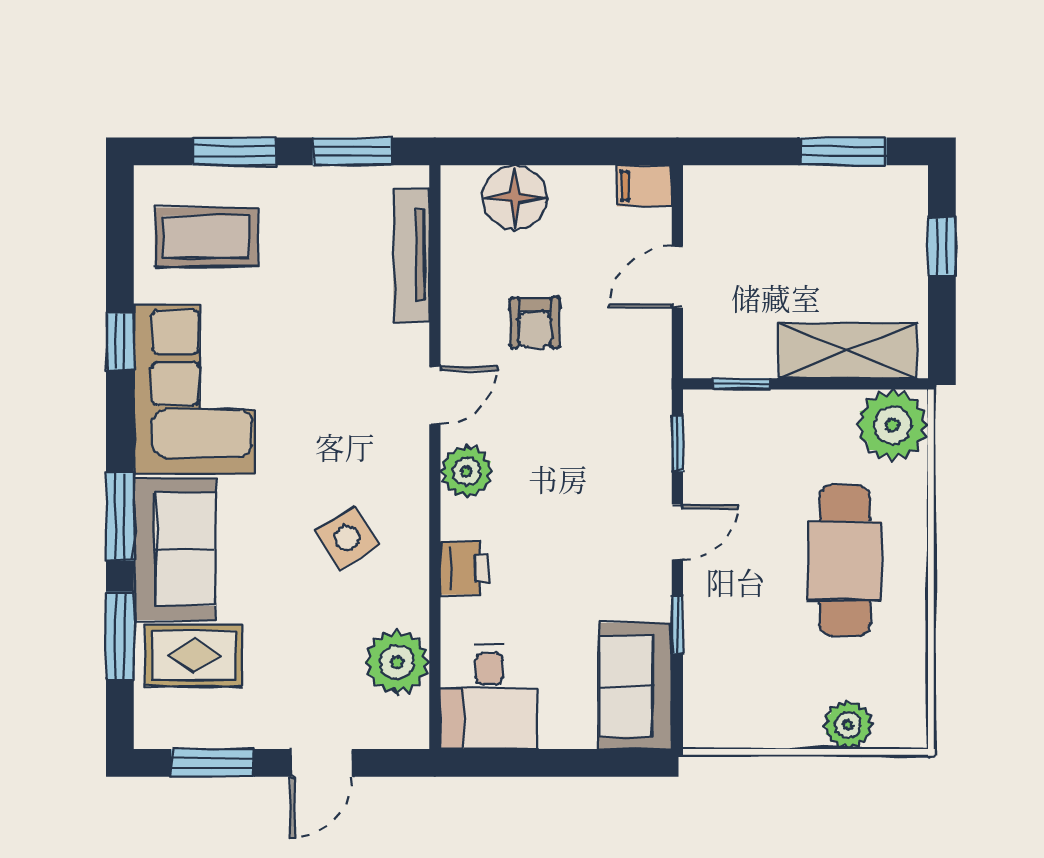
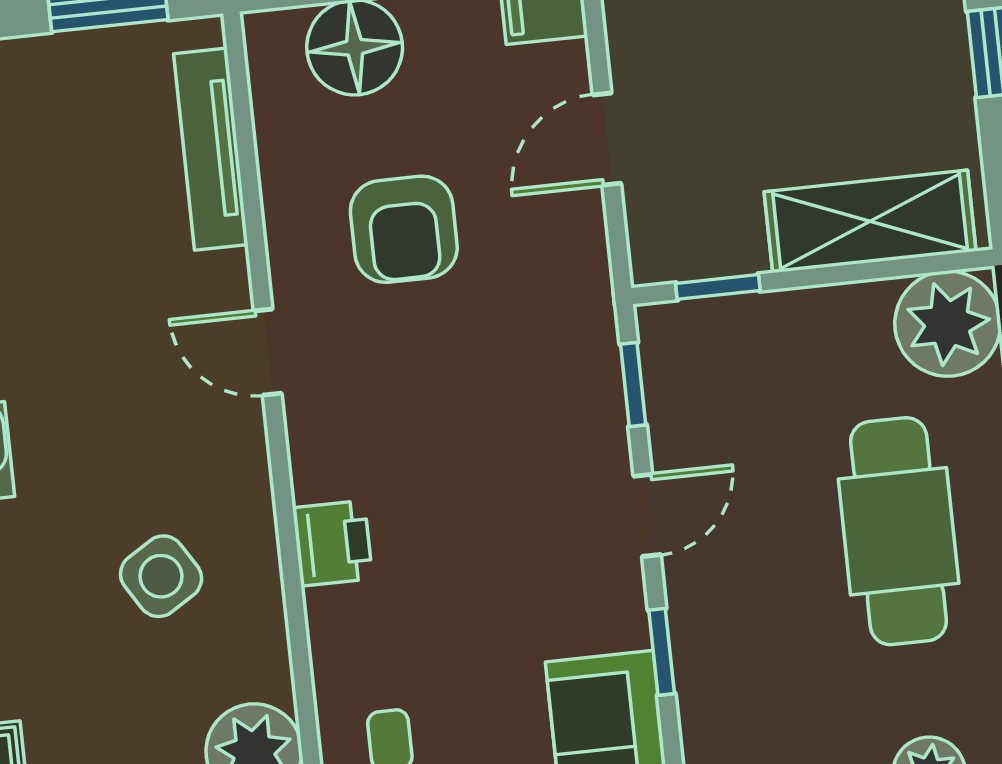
armchair: (535, 323) -> (404, 229), width x1.38, depth x1.38
door: (435, 395) -> (268, 352), swing flipped
plant: (467, 471) -> (327, 459), removed
printer: (465, 568) -> (333, 543), moved

